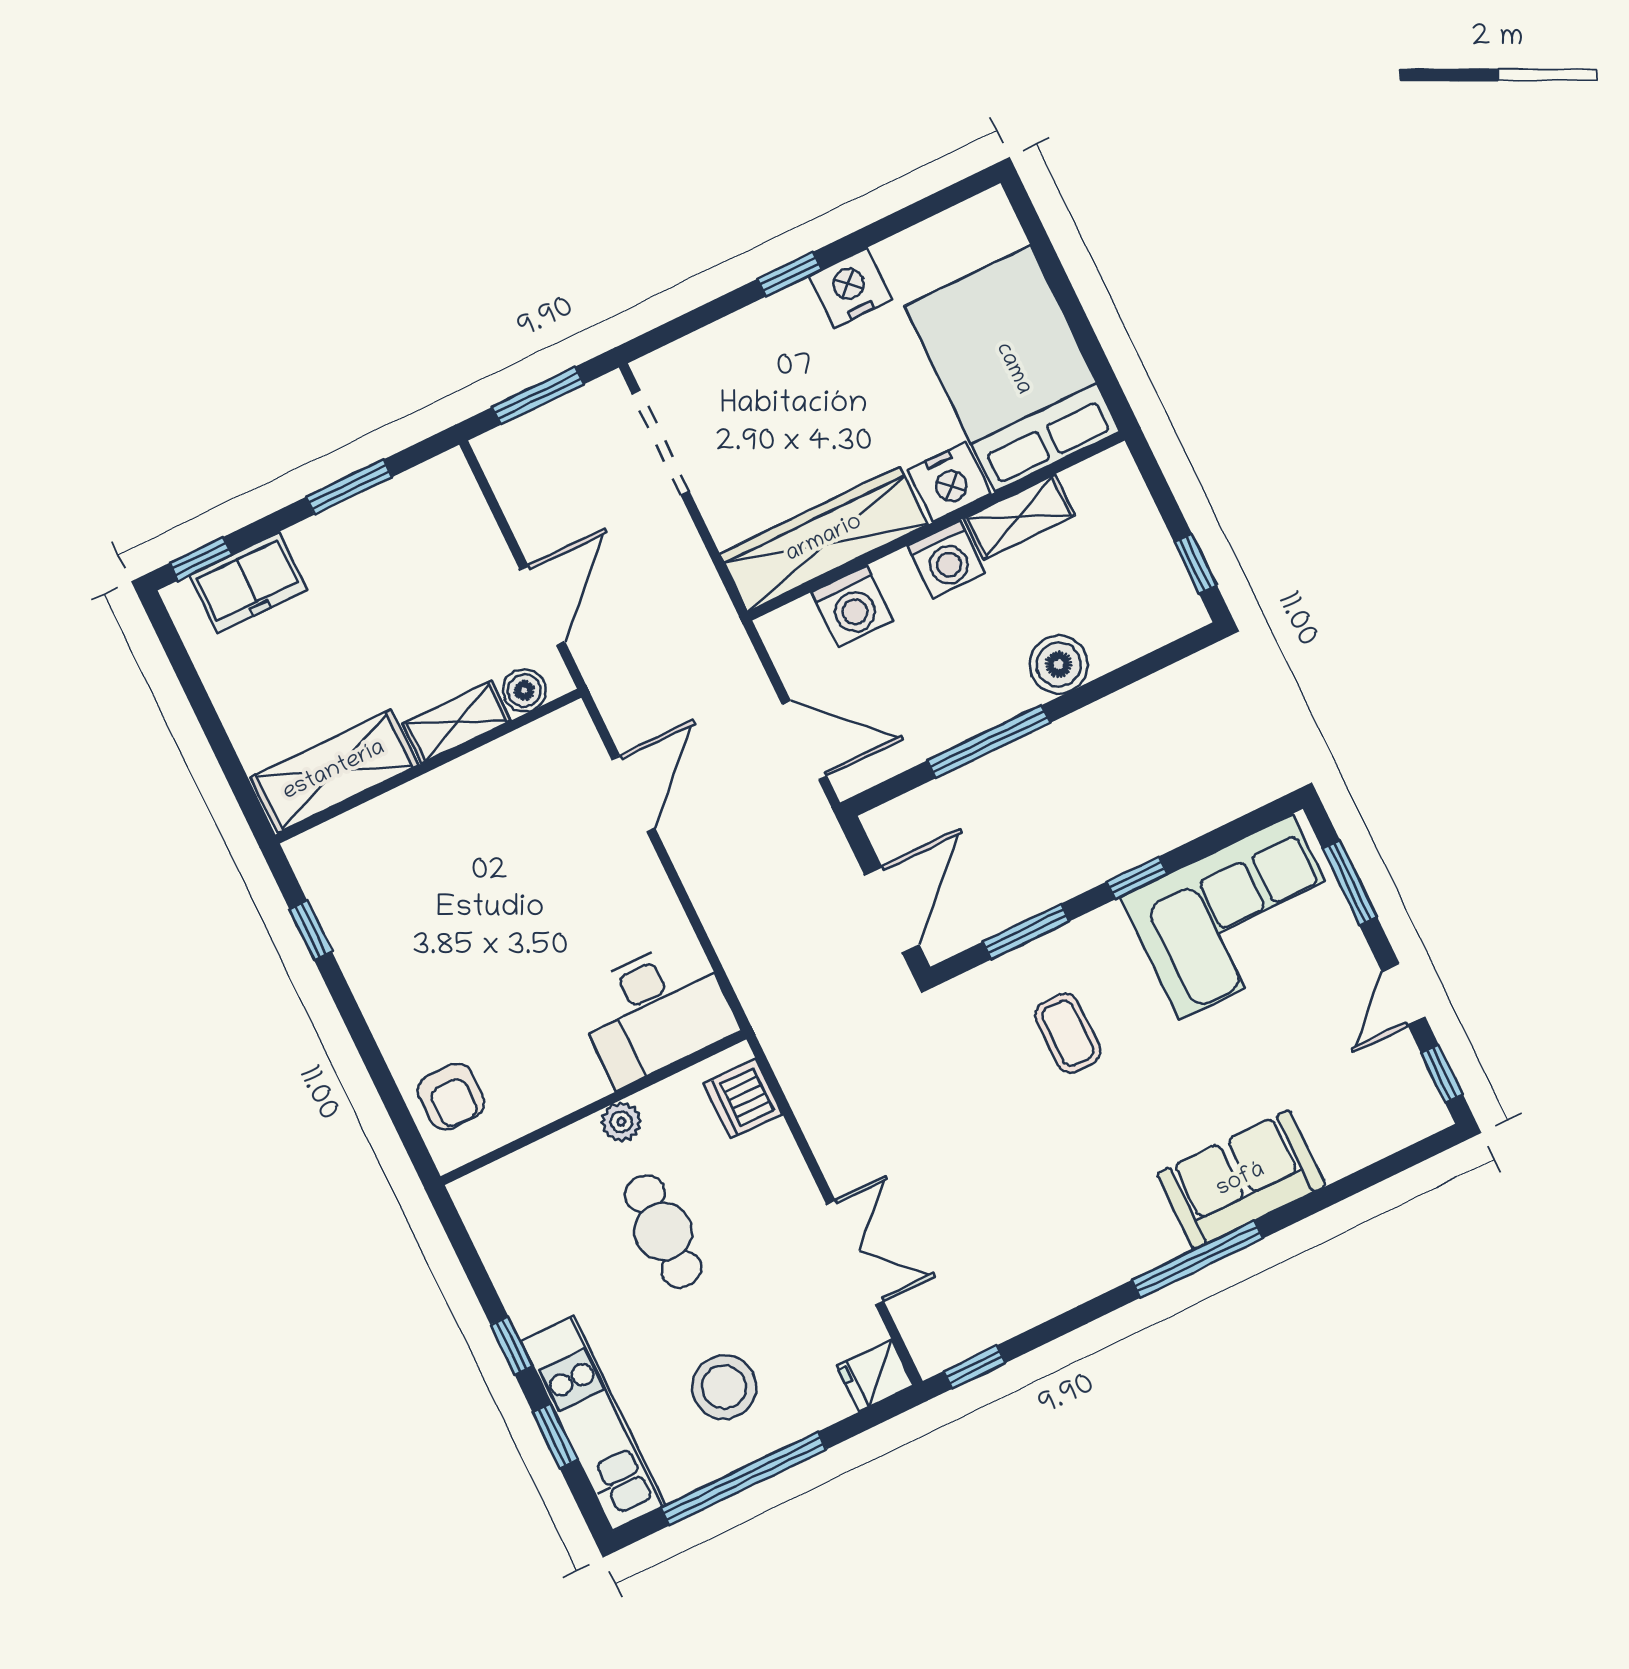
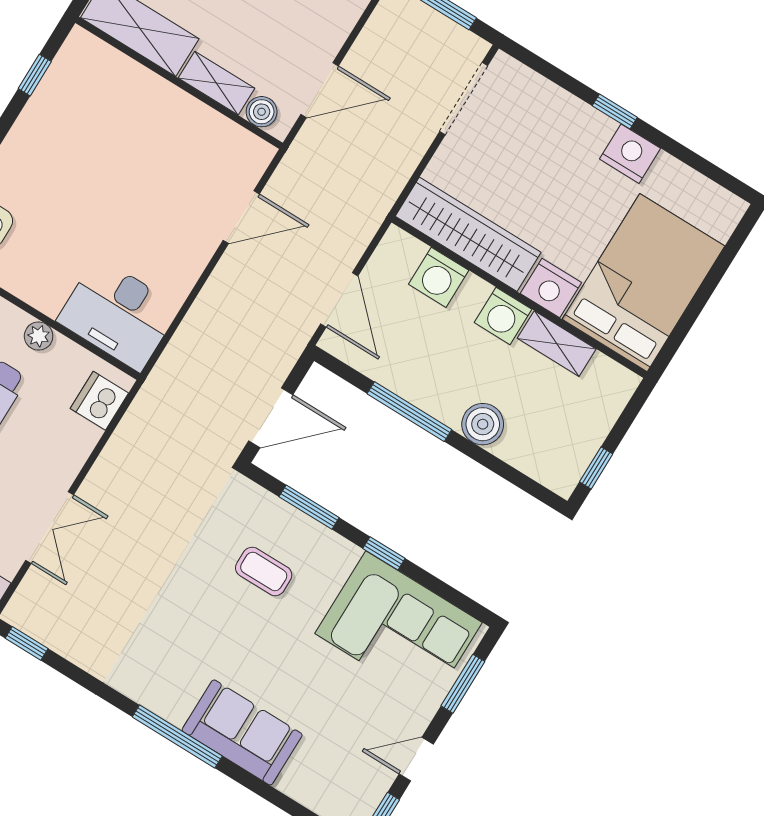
coffee table: (1068, 1033) -> (264, 571), turned 90

